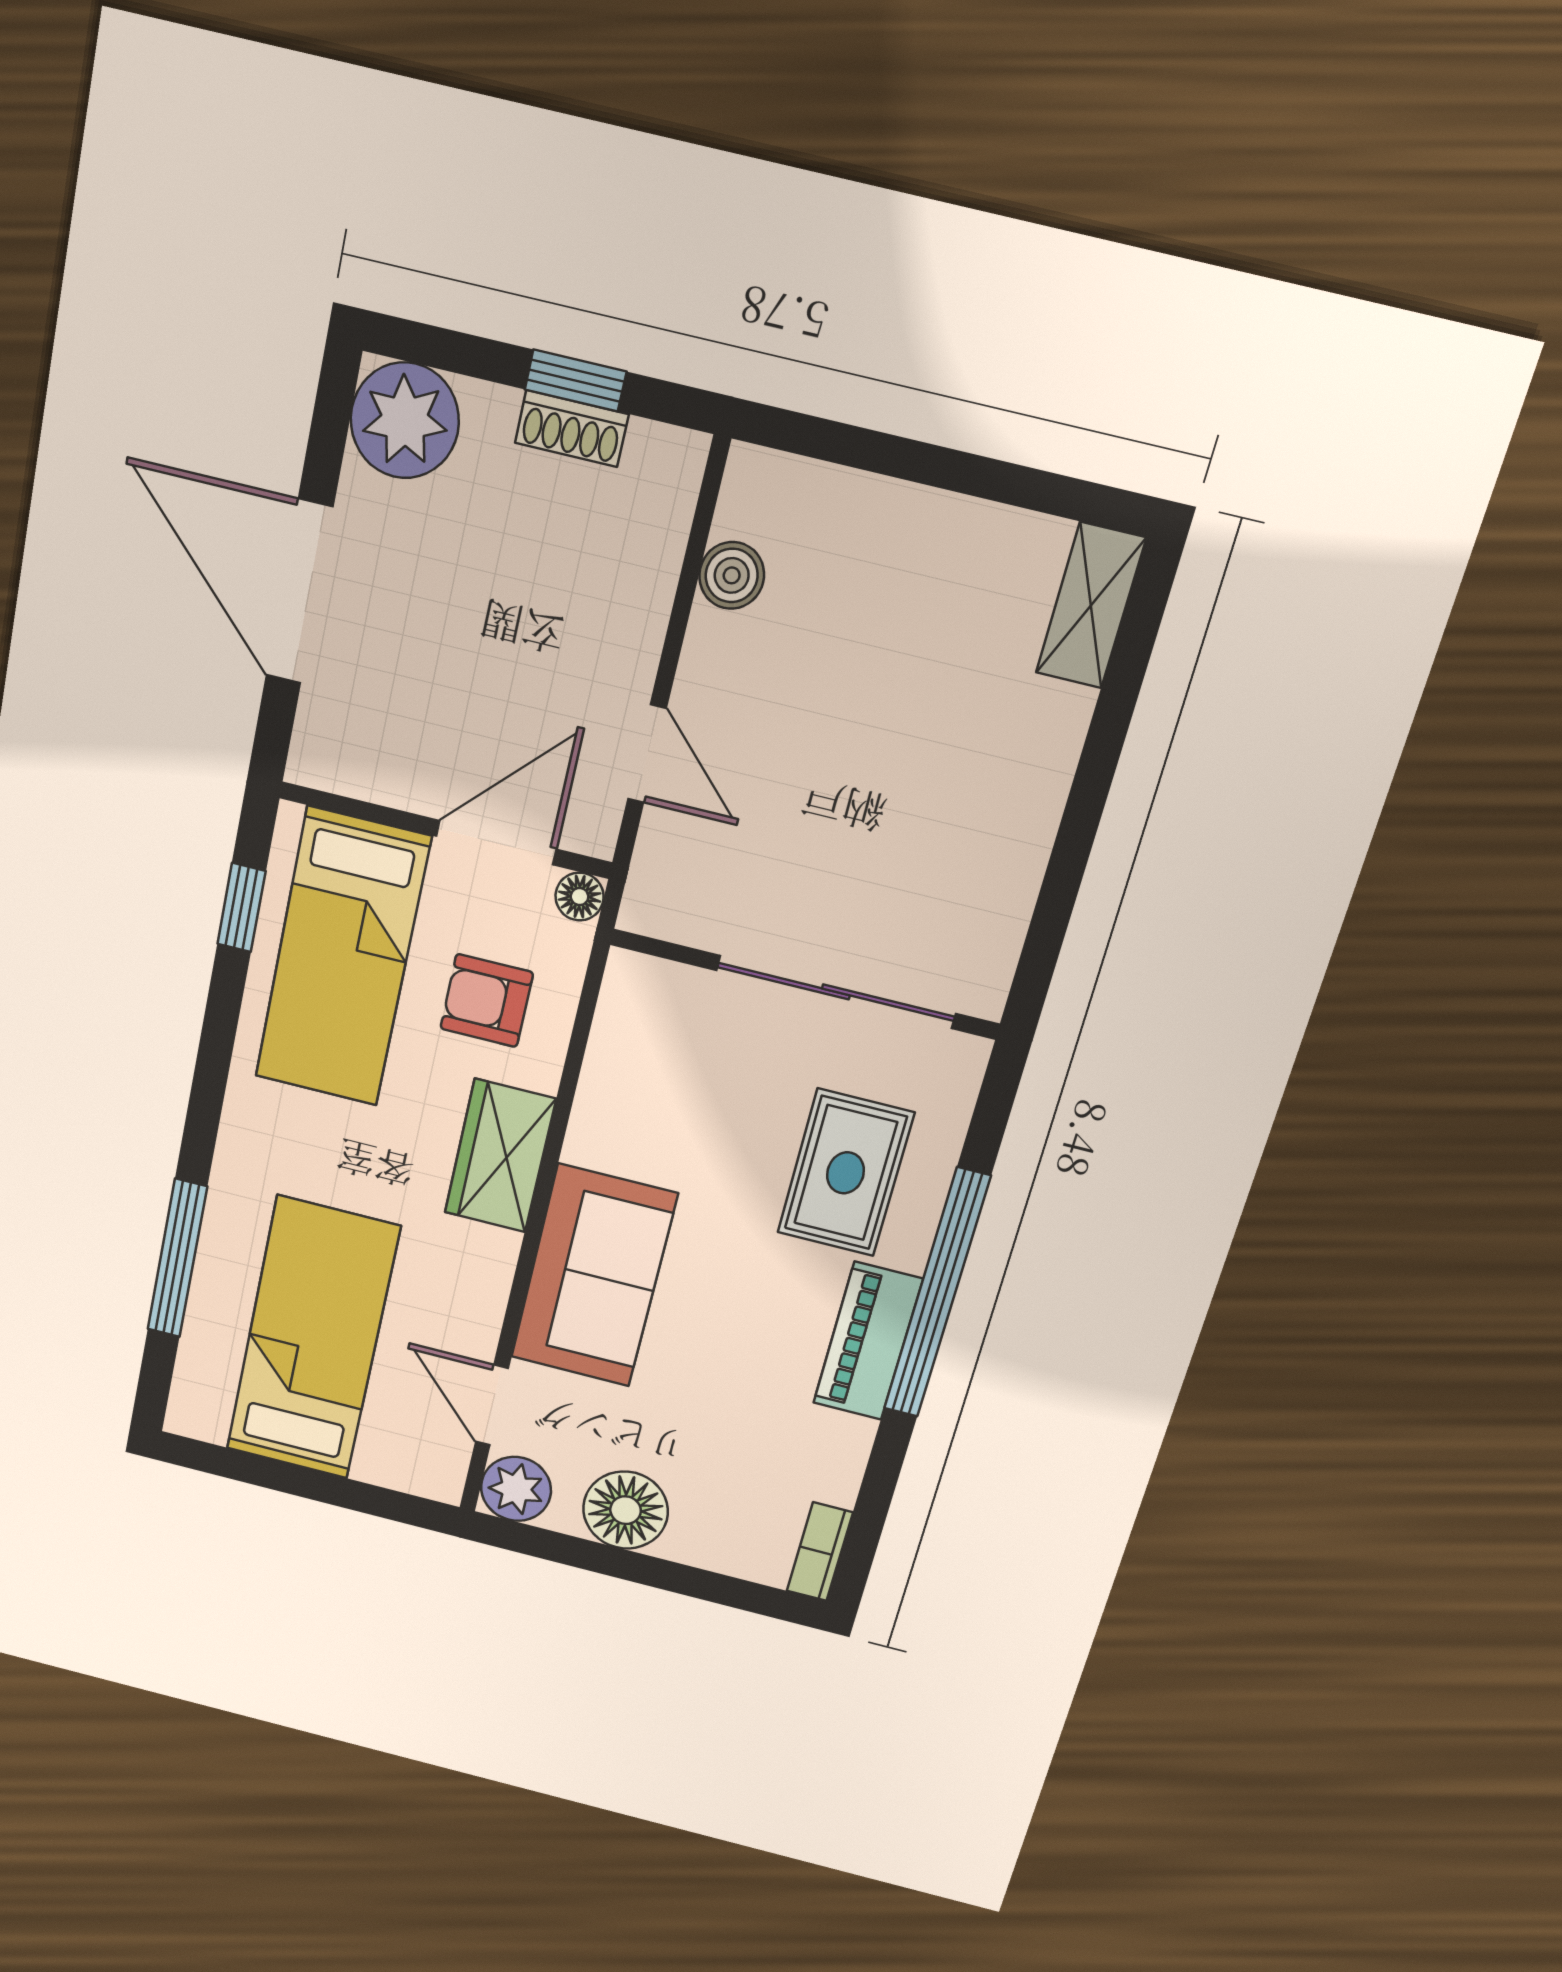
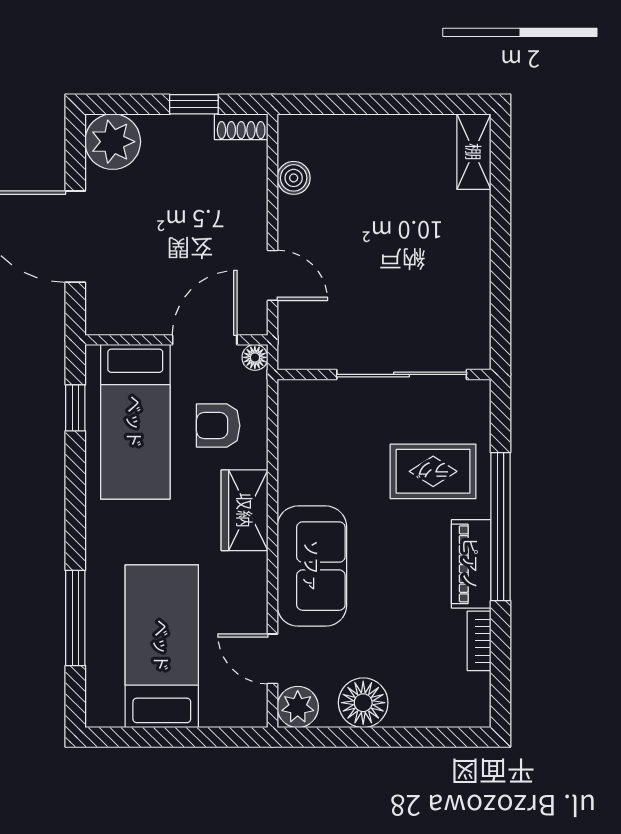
shoe rack: (572, 428) -> (241, 127), moved
rug: (845, 1173) -> (433, 471), turned 90
bookcase: (820, 1552) -> (479, 641), moved

